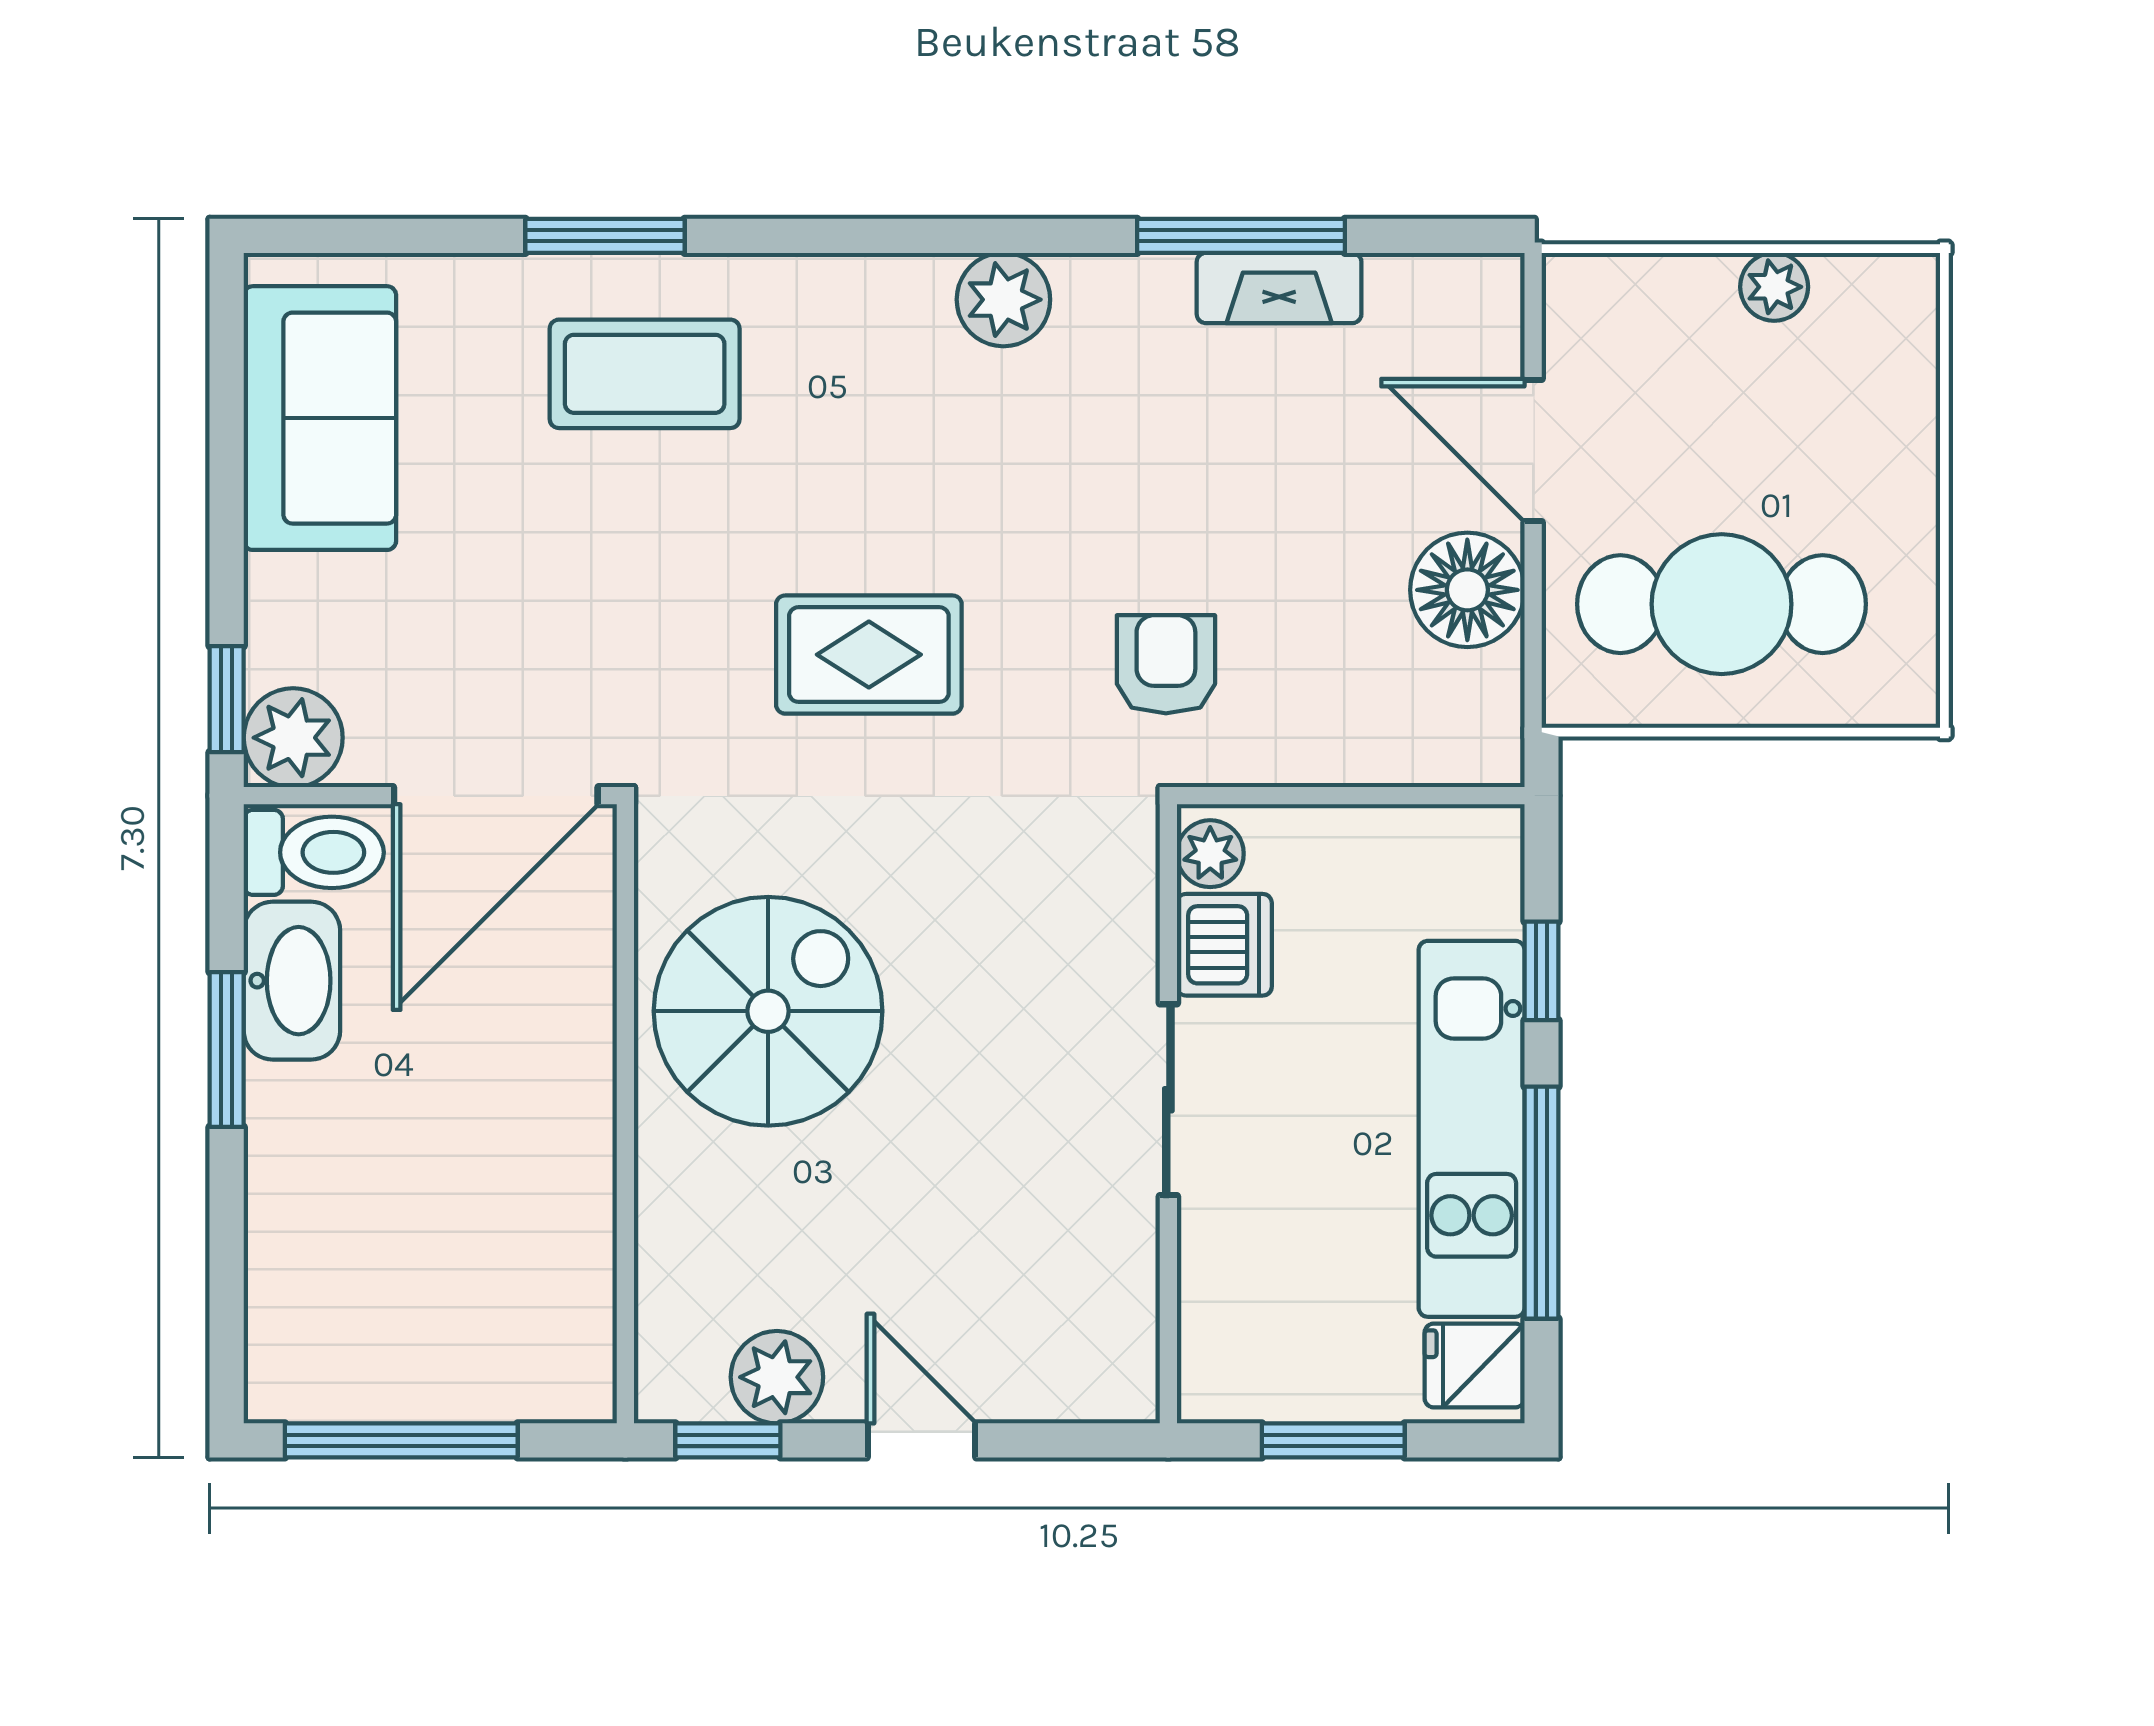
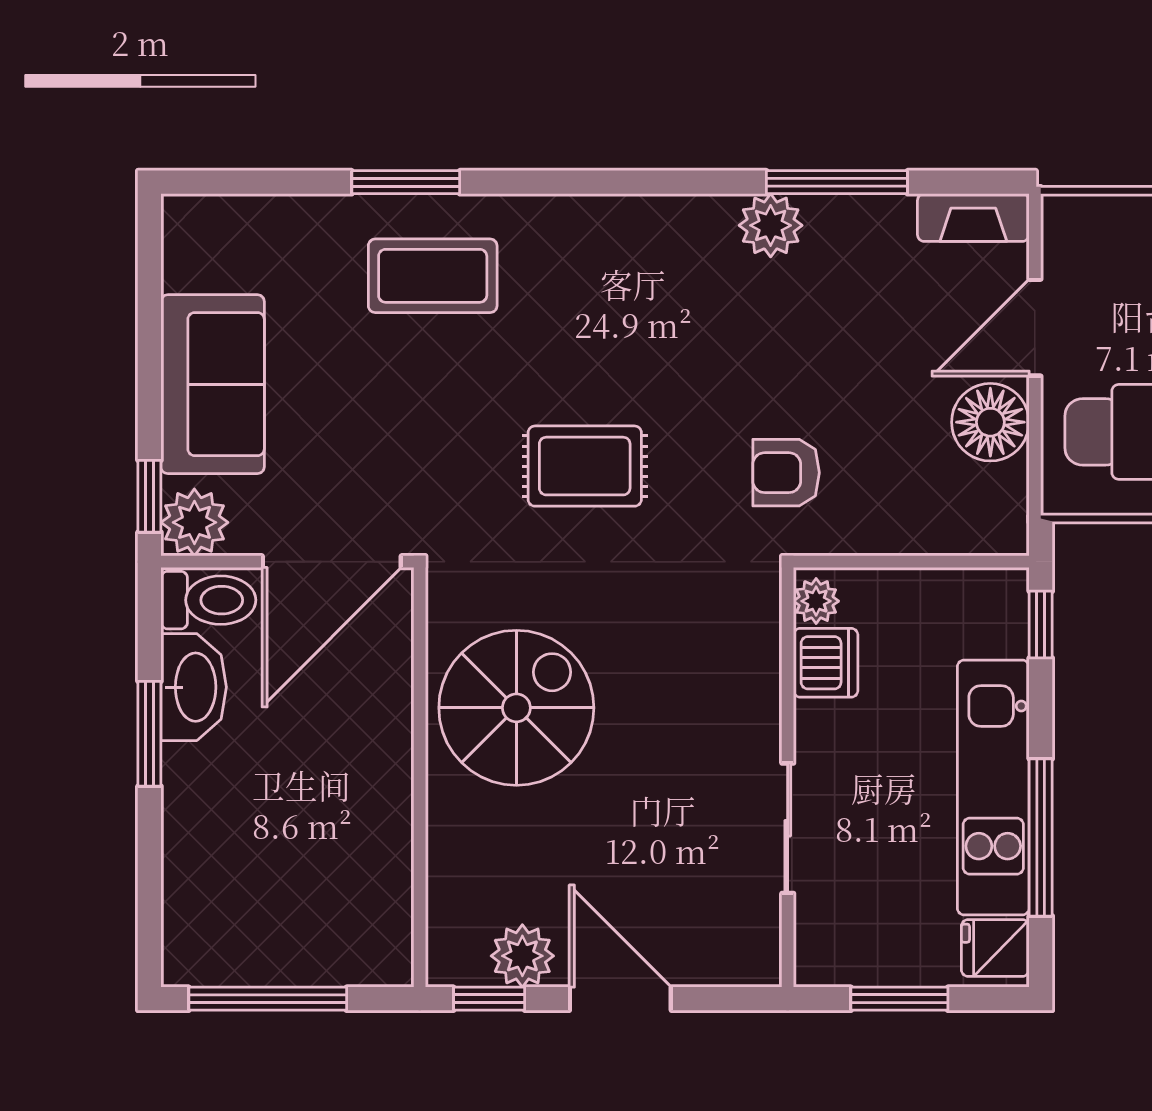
fireplace: (1279, 288) -> (973, 218), moved
plant: (1003, 300) -> (771, 225), moved
sofa: (320, 418) -> (213, 384), moved
door: (1533, 450) -> (1035, 328), hinge flipped
armchair: (1166, 664) -> (786, 473), turned -90
window: (1542, 971) -> (1041, 625), moved
sliding door: (1168, 1100) -> (788, 828), moved
door: (922, 1440) -> (620, 999), width x1.38

